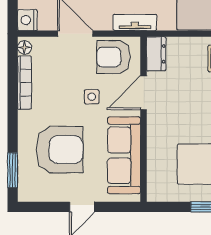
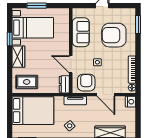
armchair: (113, 57) -> (86, 83), turned -90
door: (144, 93) -> (71, 64), swing flipped
sofa: (124, 155) -> (81, 32), width x0.73

